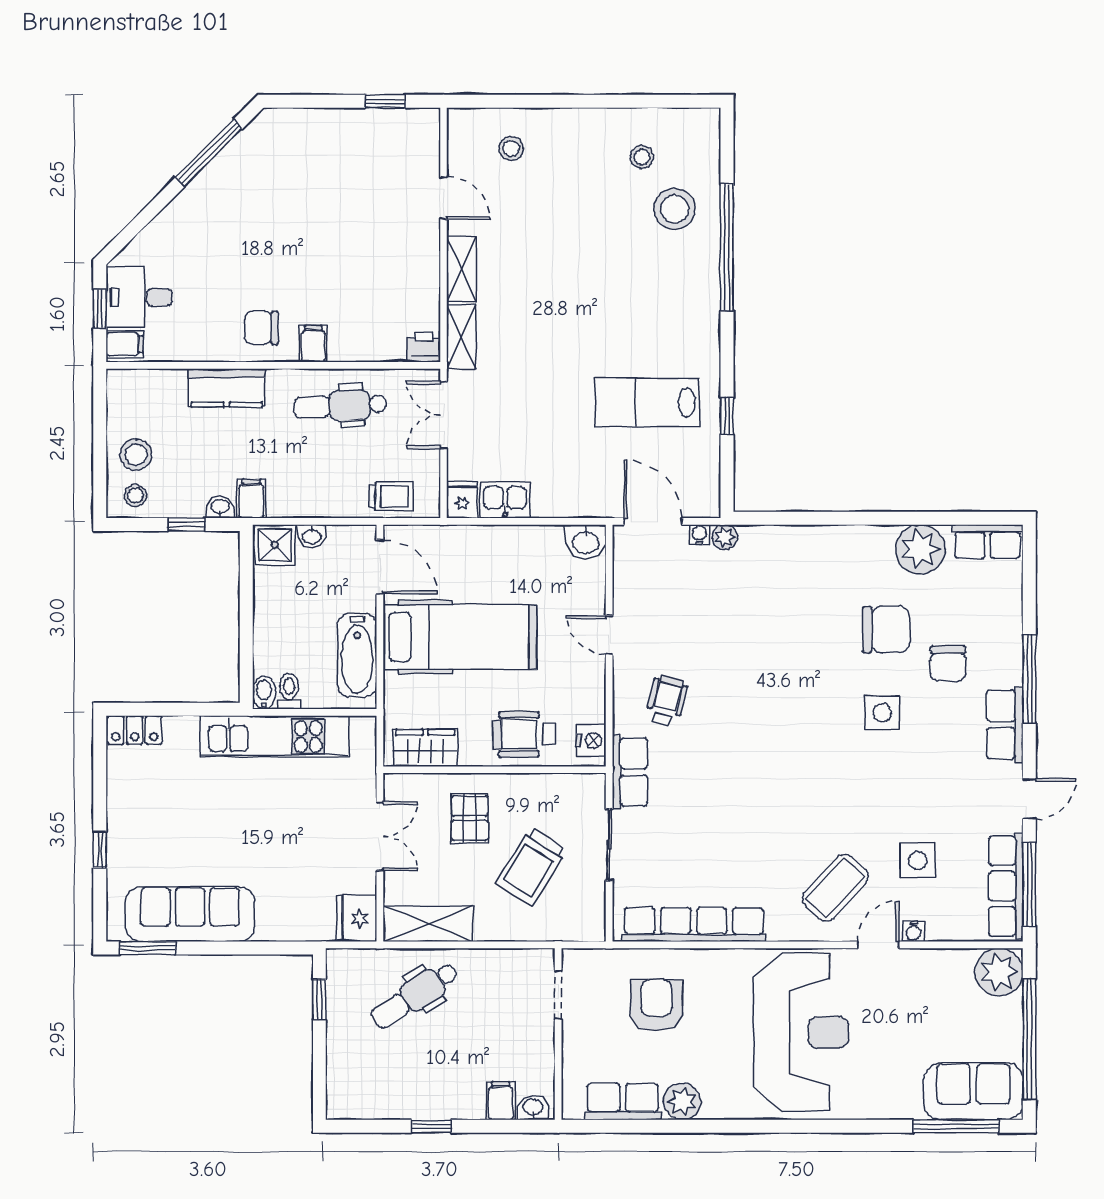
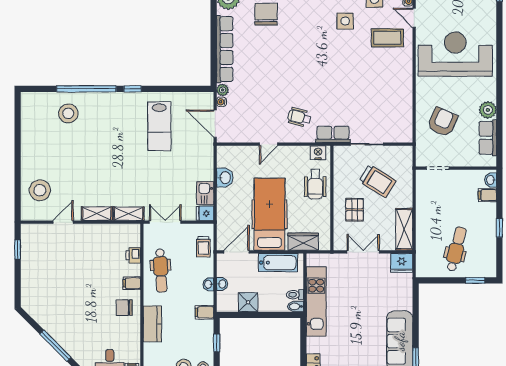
stool: (511, 148) -> (40, 190), width x1.89, depth x1.89
window: (209, 153) -> (55, 346), moved
stool: (642, 157) -> (44, 129), removed
chair: (261, 328) -> (124, 308), turned 90
printer: (424, 347) -> (133, 255), moved
double door: (444, 415) -> (165, 222), swing flipped
window: (727, 416) -> (133, 89), moved
trolley: (391, 496) -> (203, 247), turned 180
washbasin: (220, 507) -> (208, 284), moved
door: (653, 521) -> (215, 124), hinge flipped
washbasin: (585, 542) -> (225, 178), moved
shower: (275, 545) -> (248, 302), moved
side table: (882, 713) -> (345, 21), moved
wardrobe: (425, 748) -> (303, 242), moved, turned 90
pallet: (470, 818) -> (355, 210), turned 90
coffee table: (835, 888) -> (387, 38), turned -43
row of seats: (694, 925) -> (225, 49), moved, turned 180
dental chair: (415, 995) -> (456, 249), moved, turned -133
window: (319, 999) -> (475, 280), moved
armchair: (656, 1005) -> (442, 122), turned 114

